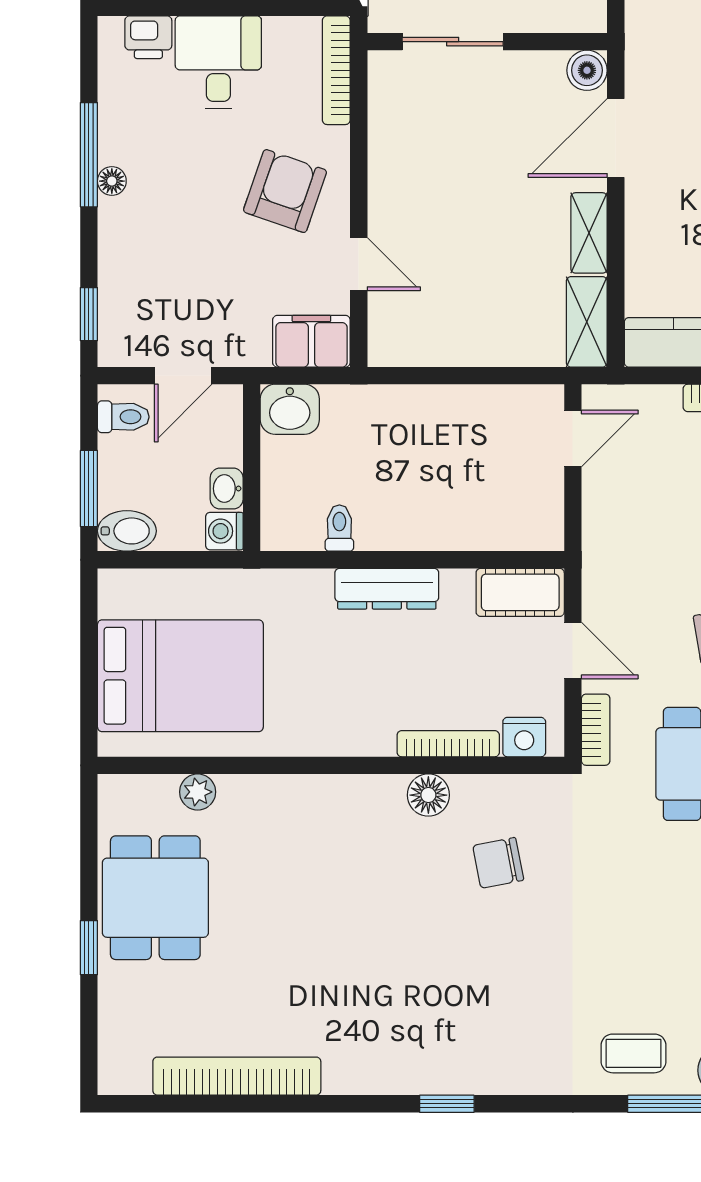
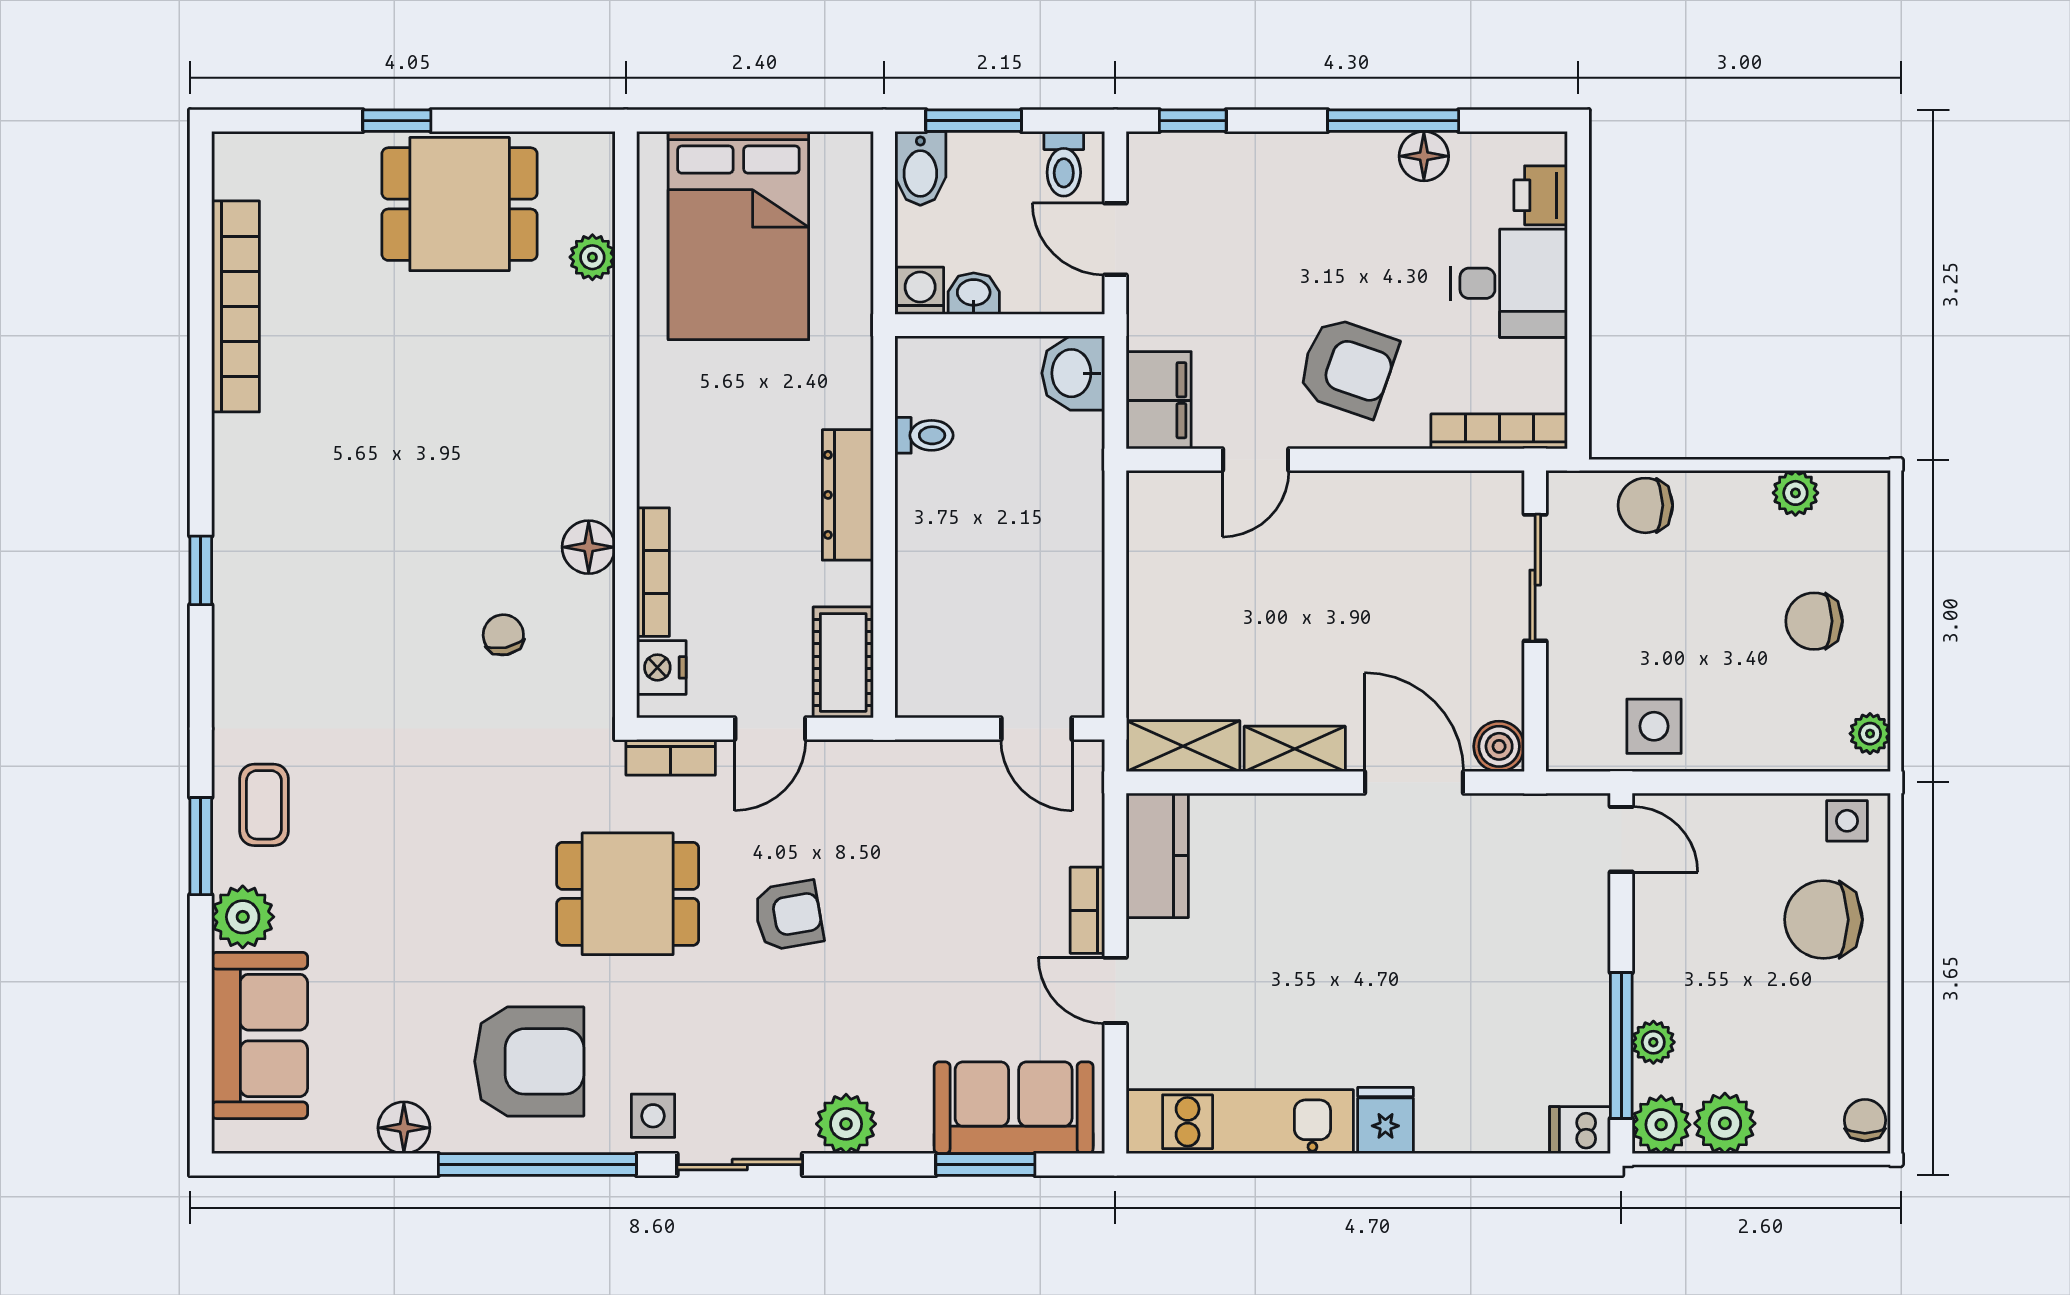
floor lamp: (112, 181) -> (1424, 156), moved, width x1.37, depth x1.37
chair: (498, 863) -> (503, 635), width x0.73, depth x0.73

